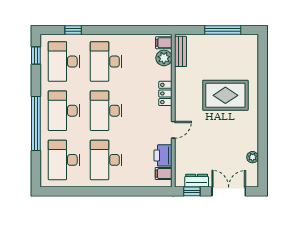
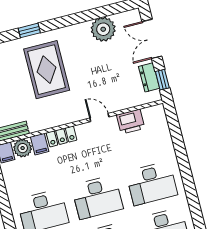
window: (263, 89) -> (29, 30), added
plant: (253, 157) -> (103, 29), width x1.87, depth x1.87
filing cabinet: (164, 174) -> (40, 144), moved

